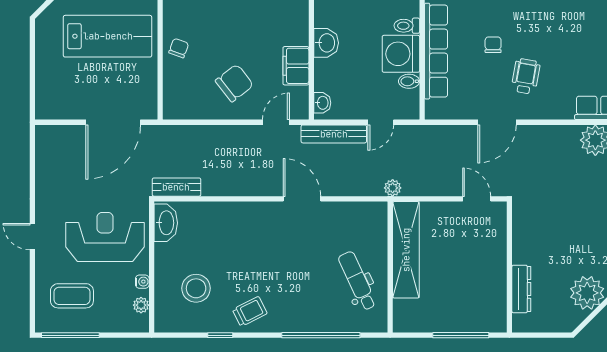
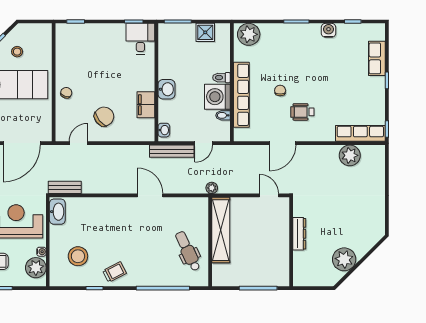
wheelchair: (526, 76) -> (302, 112), turned -100
door: (276, 122) -> (78, 143), moved
dresser: (521, 289) -> (299, 234), moved
plant: (141, 305) -> (36, 268), width x1.87, depth x1.87

